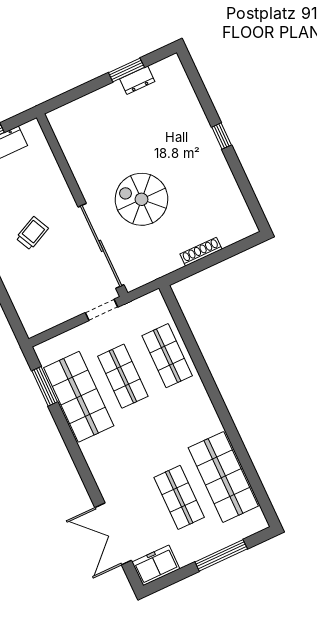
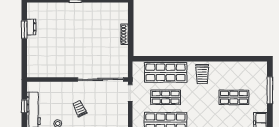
spiral stairs: (142, 199) -> (87, 51), removed
shop shelf: (167, 356) -> (166, 72), width x1.43, depth x1.36
trolley: (194, 422) -> (202, 74), added
shop shelf: (223, 477) -> (234, 72), removed

